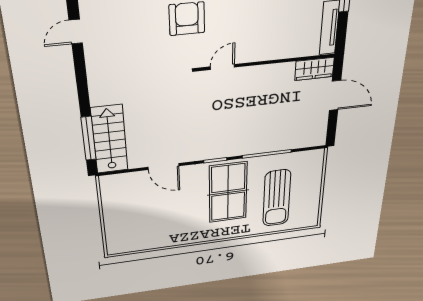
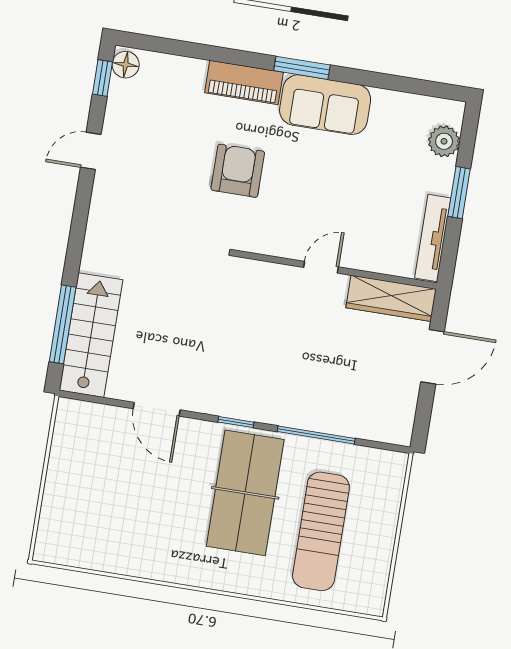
door: (222, 67) -> (321, 267), moved
wardrobe: (314, 69) -> (391, 298), width x1.50
door: (335, 95) -> (433, 357), hinge flipped

